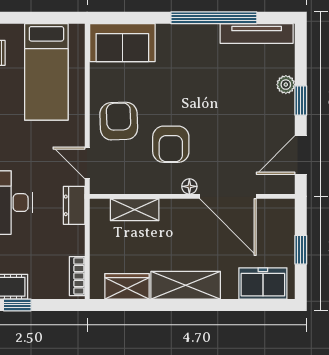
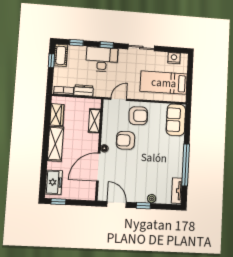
tv unit: (257, 34) -> (177, 191), width x0.71
dresser: (74, 205) -> (84, 91), moved
window: (301, 250) -> (58, 202), moved

